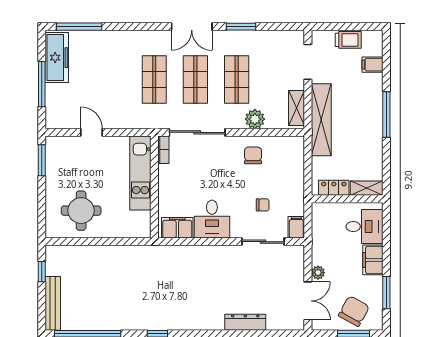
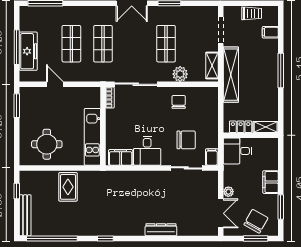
freezer: (57, 58) -> (28, 51), moved
shop shelf: (195, 79) -> (71, 44), moved
kitchen unit: (140, 173) -> (92, 137), moved
chair: (263, 205) -> (186, 140), width x1.87, depth x1.87
desk: (365, 227) -> (237, 151), moved, turned 180
rug: (109, 266) -> (68, 187), added
dresser: (245, 322) -> (161, 230), moved

